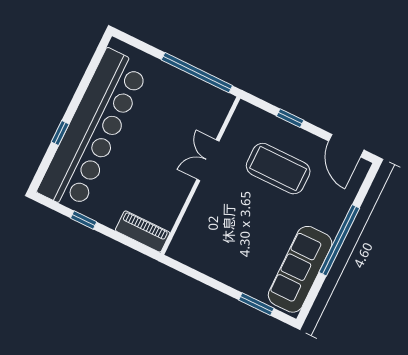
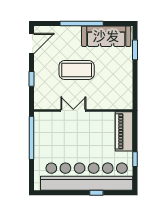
double door: (208, 160) -> (73, 110), swing flipped
coffee table: (278, 169) -> (77, 70), moved, turned 90
piano: (143, 231) -> (124, 131), width x1.37, depth x1.33

